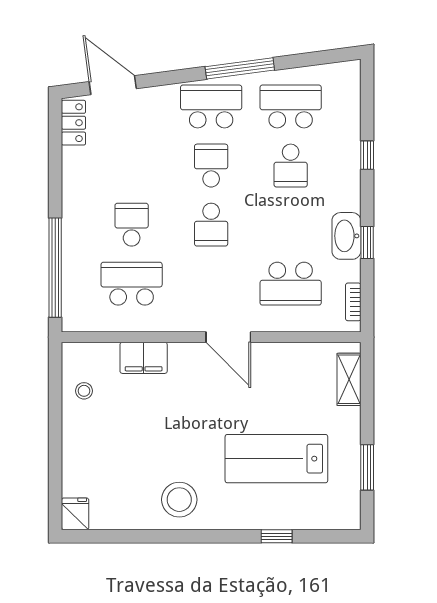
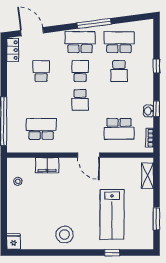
school desk: (132, 225) -> (41, 71), moved
washbasin: (346, 236) -> (148, 111), width x0.52, depth x0.69
lab bench: (276, 459) -> (112, 215), turned -90

